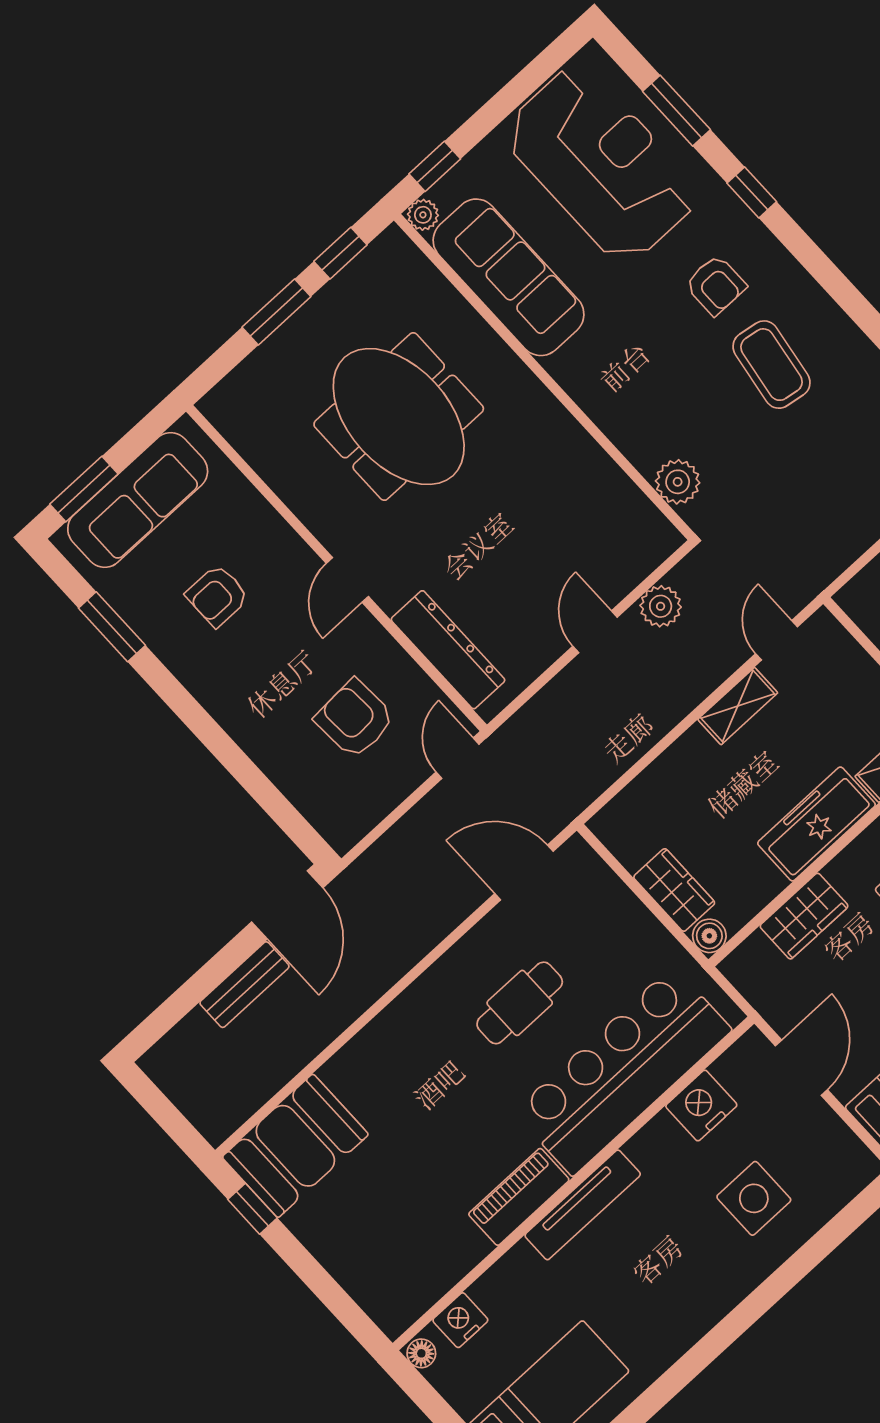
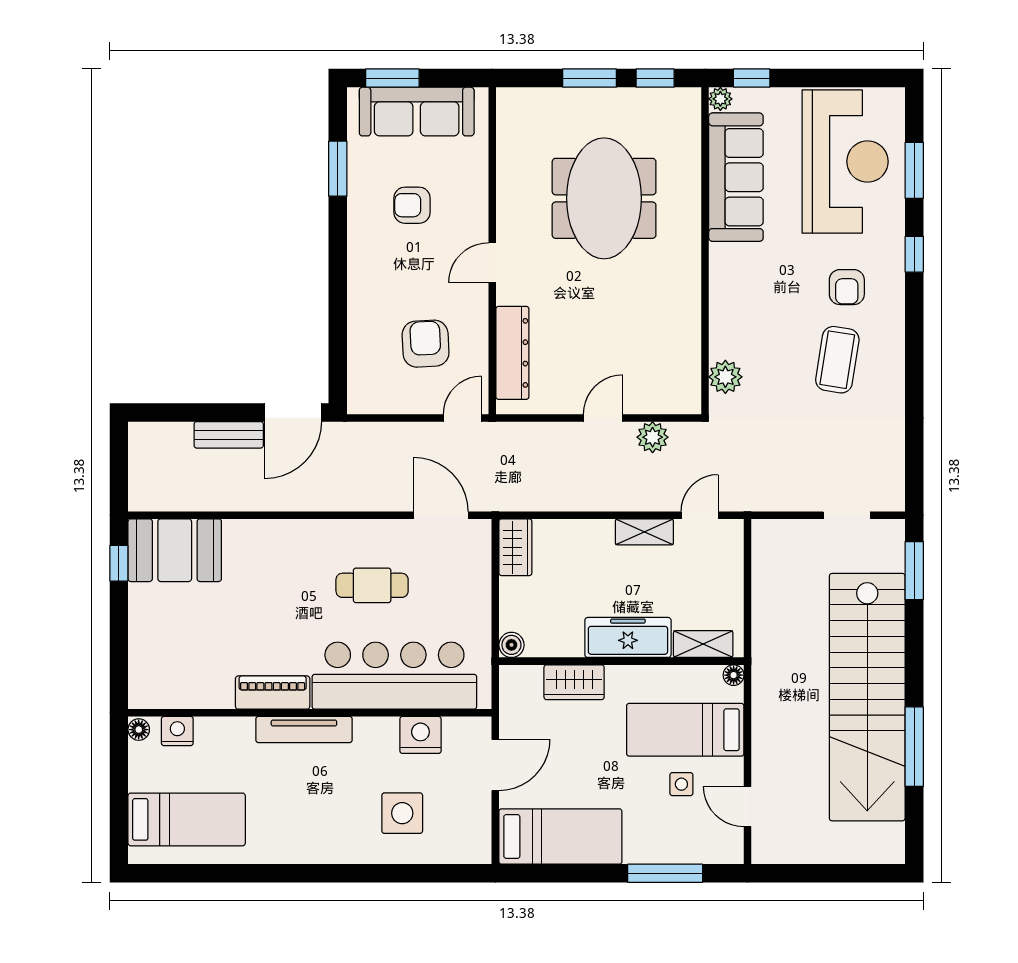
wardrobe: (674, 890) -> (515, 547), moved

